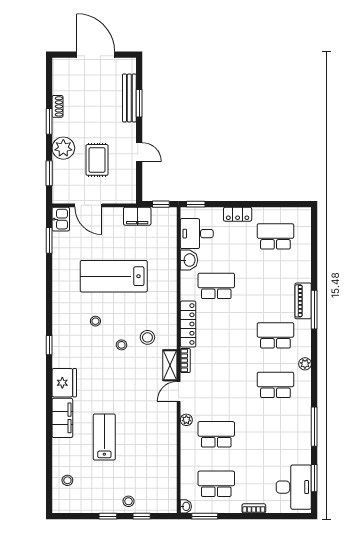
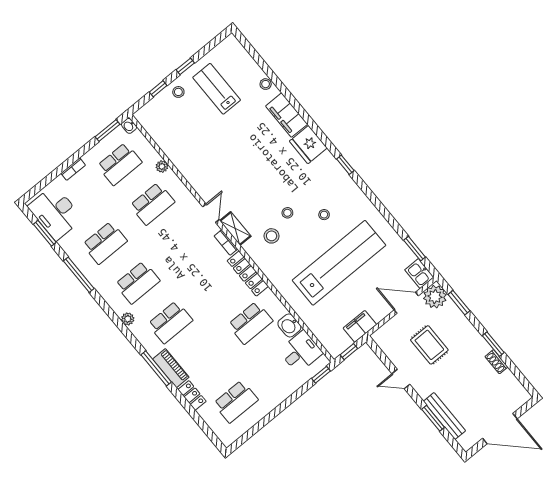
plant: (63, 148) -> (435, 297), moved
locker: (238, 214) -> (192, 395), moved, turned 90
lab bench: (114, 276) -> (339, 263), width x1.36
plant: (186, 420) -> (162, 166), moved
school desk: (275, 434) -> (105, 243), added
lab bench: (104, 437) -> (217, 89), moved, turned 180
stool: (67, 480) -> (266, 84), moved

